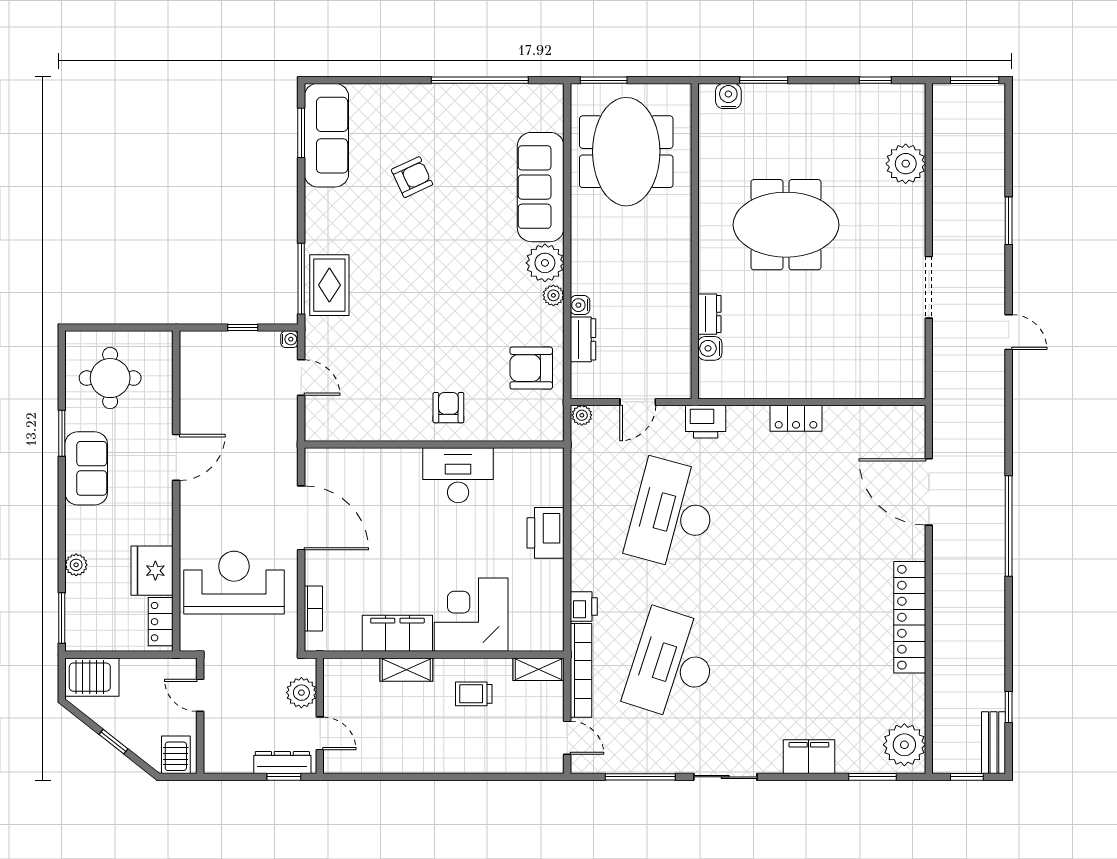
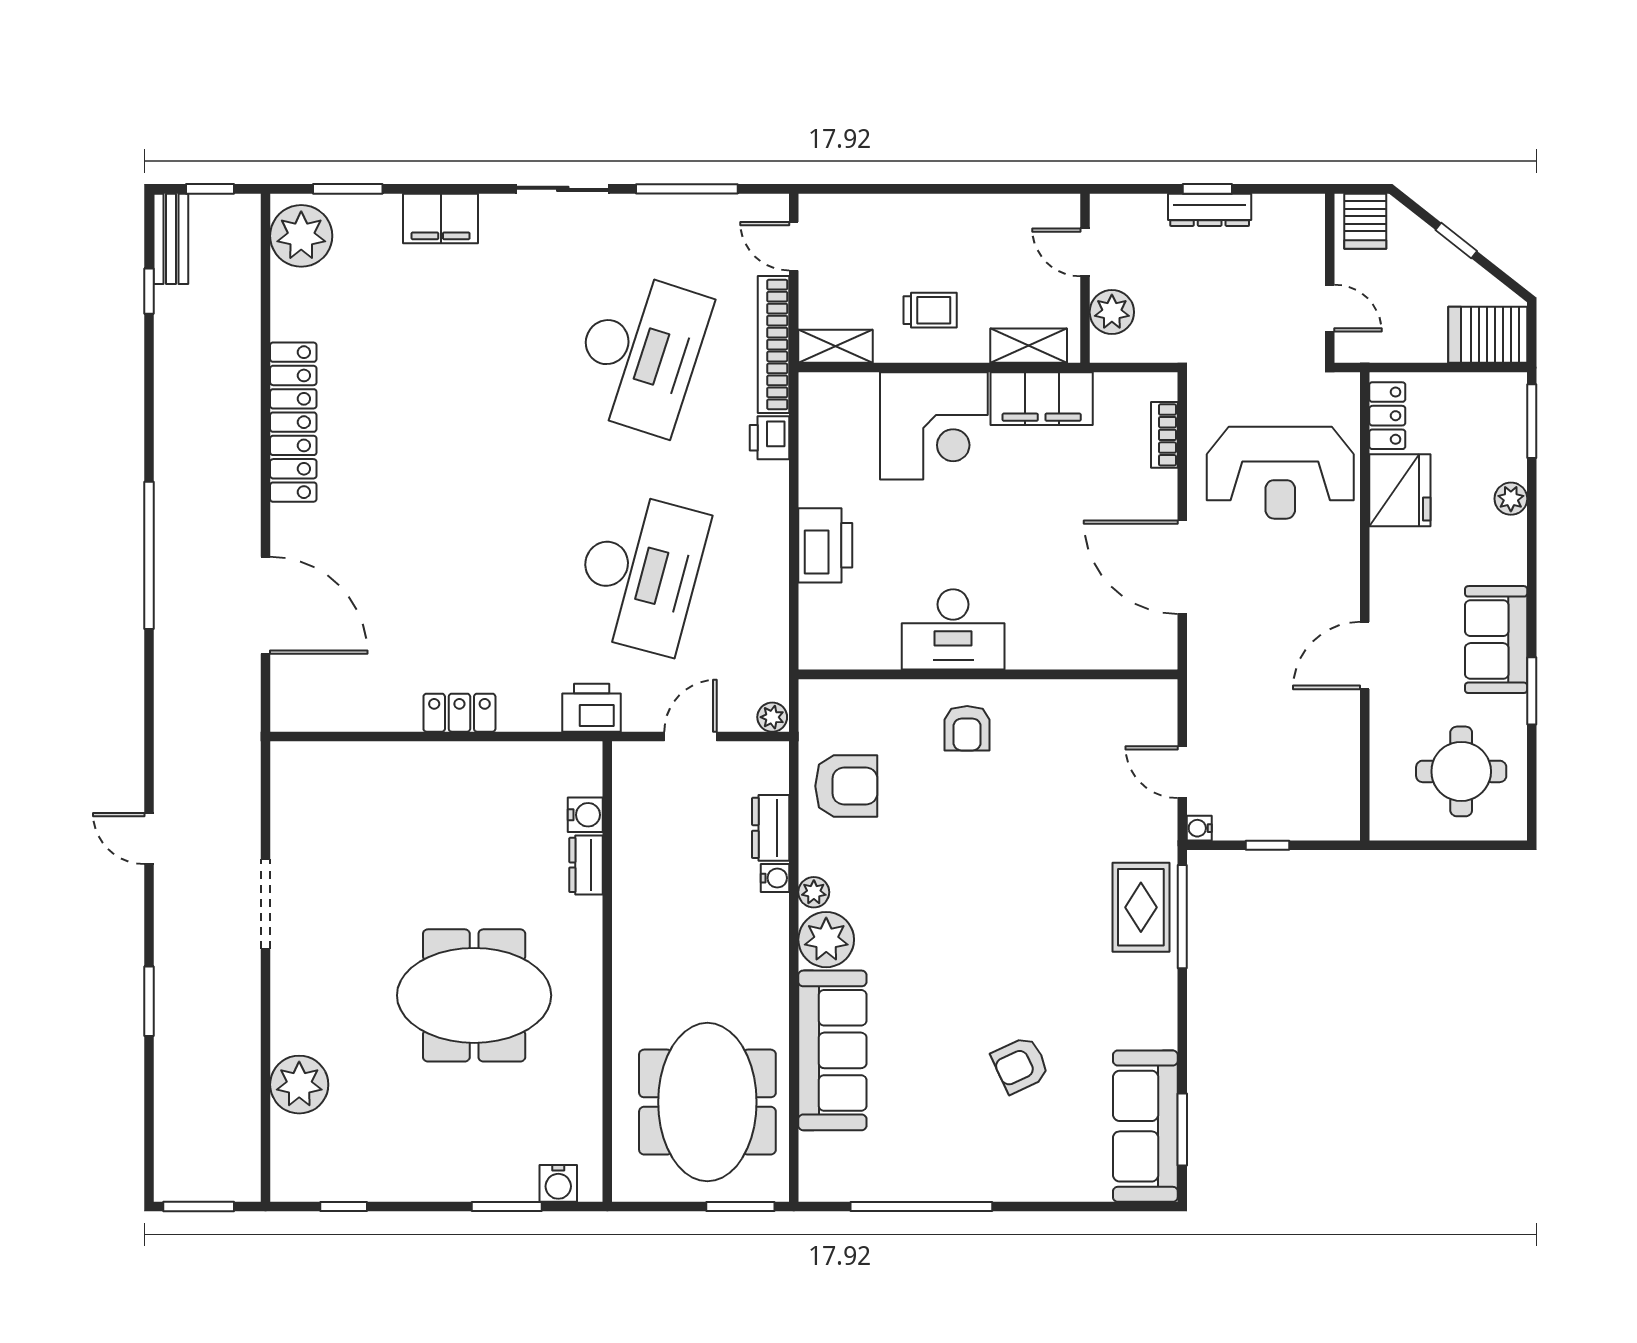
plant: (301, 693) -> (1112, 312), moved
wall: (320, 716) -> (1085, 278), moved
door: (320, 733) -> (1085, 252), moved

